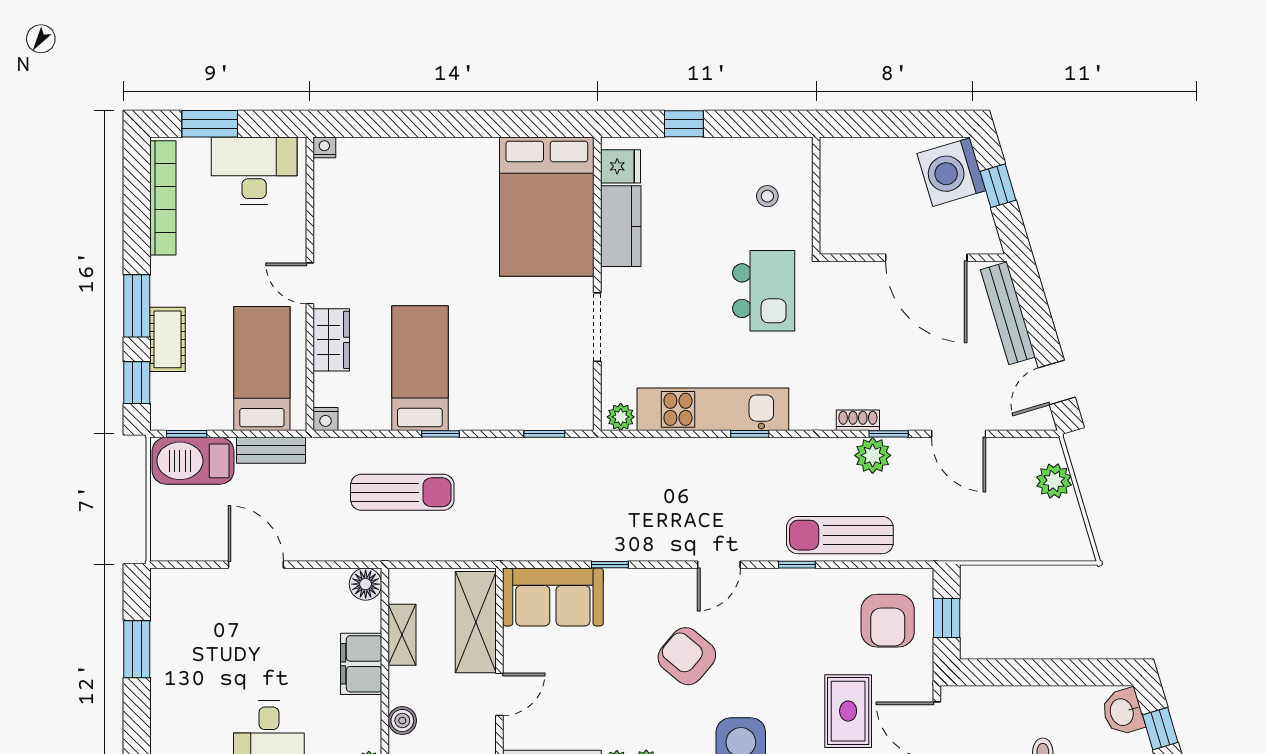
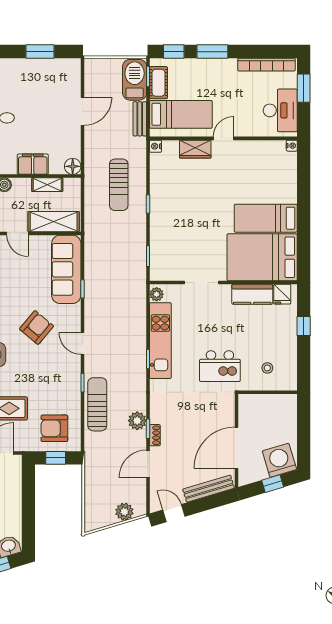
cot: (167, 339) -> (158, 83), moved, turned 90
bed: (420, 368) -> (266, 218), moved, turned 180
shoe rack: (858, 420) -> (155, 435), moved
sofa: (553, 597) -> (66, 269), width x1.36

